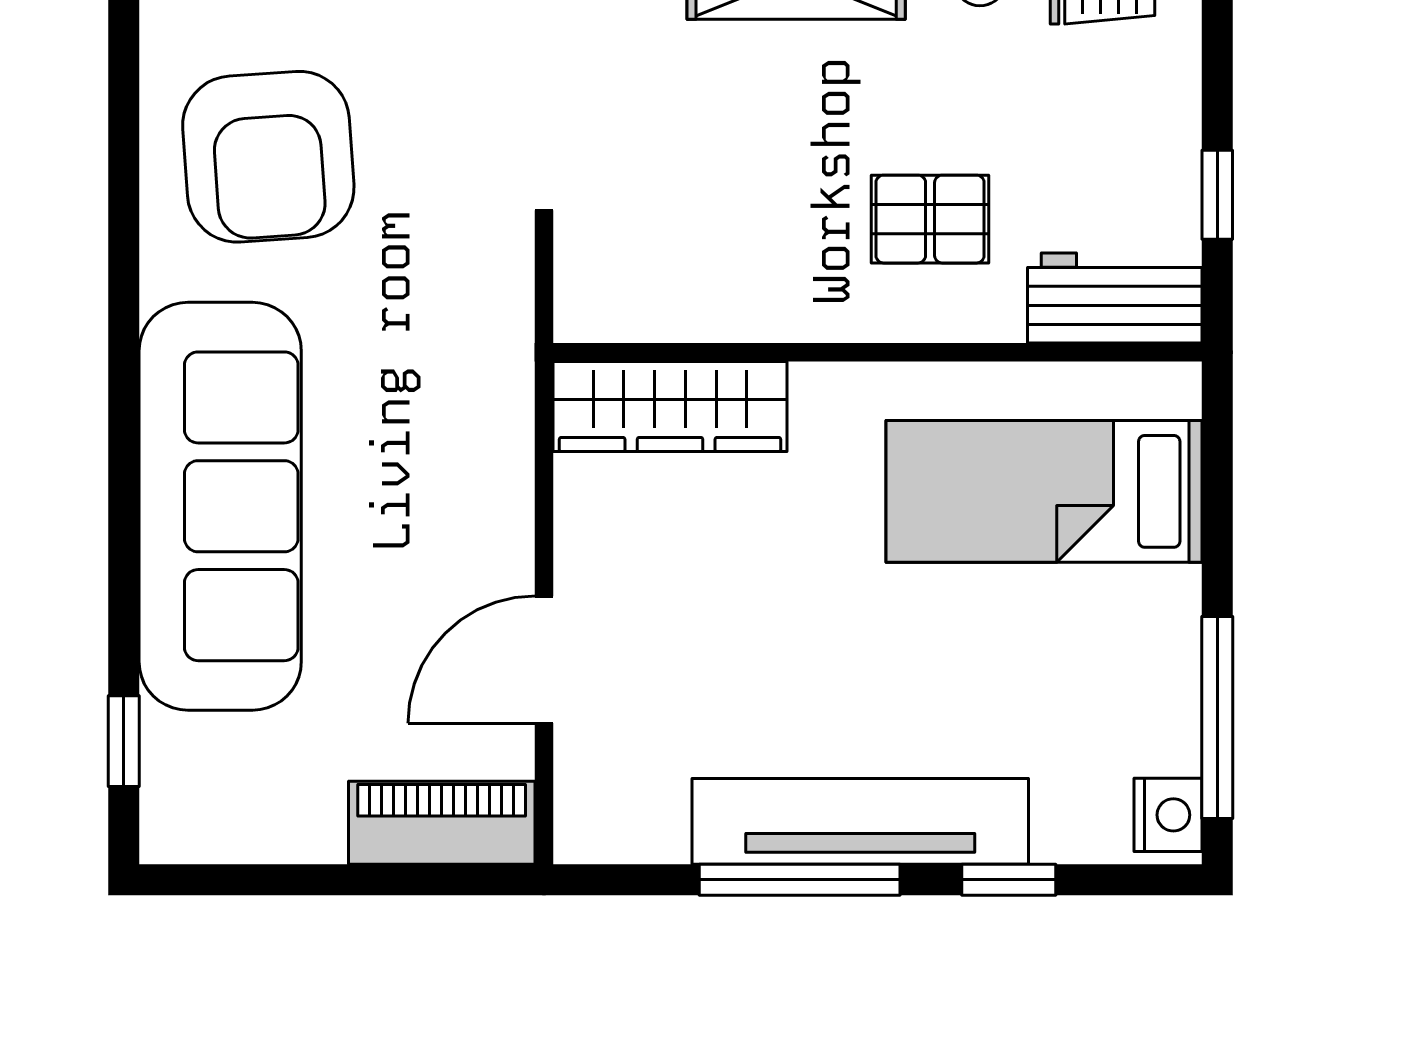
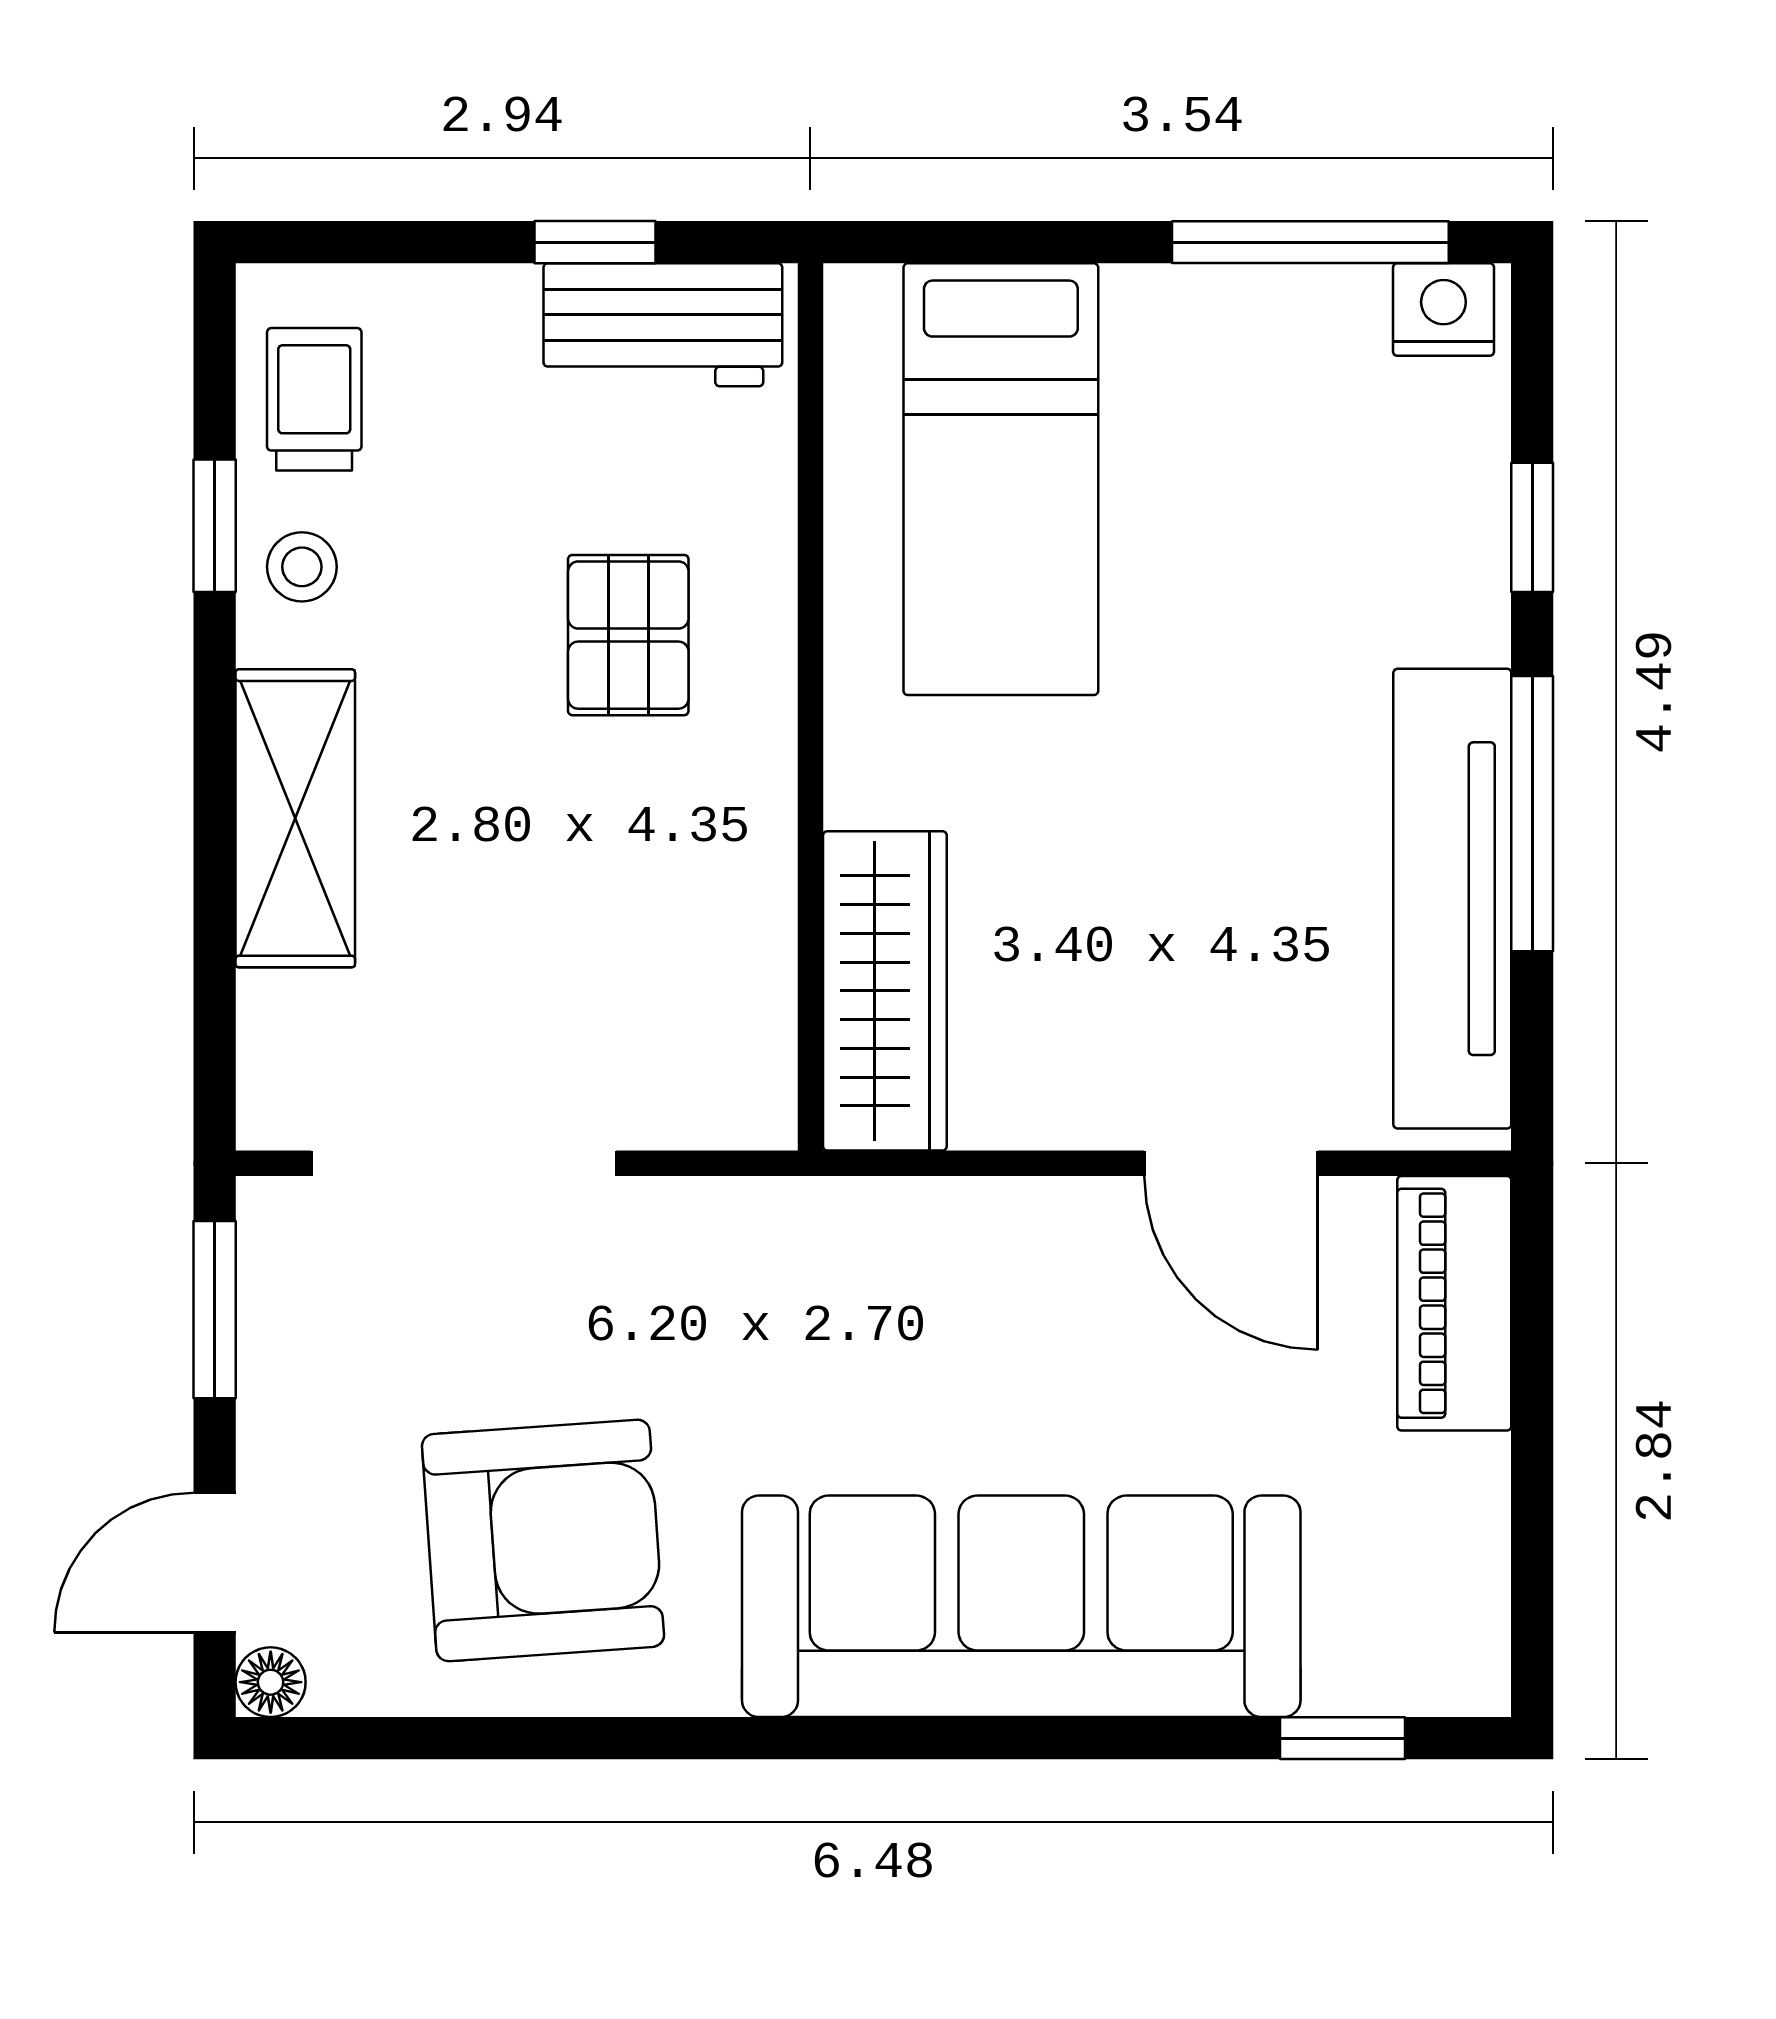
workbench: (1115, 298) -> (663, 325), moved, turned -90
tv unit: (860, 821) -> (1452, 899), moved

